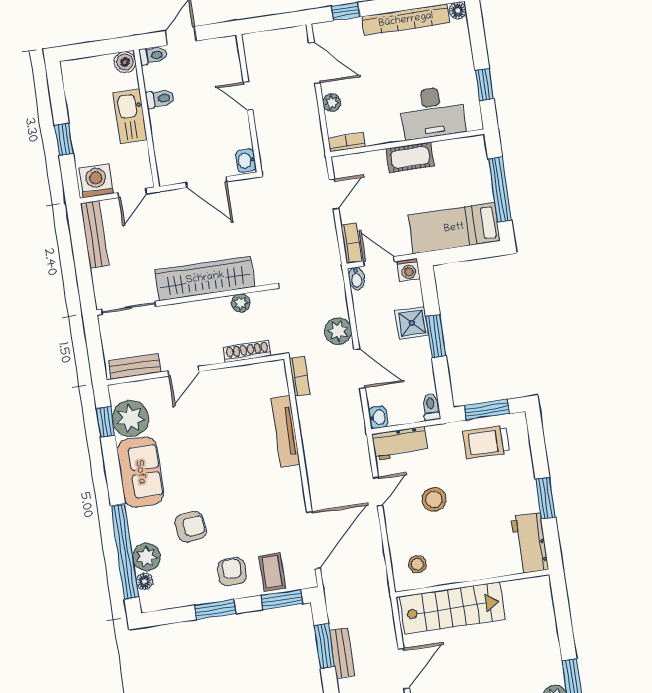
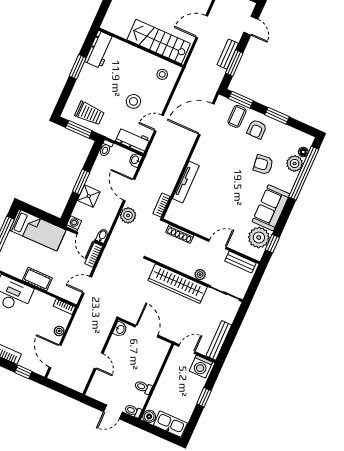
kitchen sink: (130, 116) -> (170, 424), moved, turned -90
plant: (241, 303) -> (200, 275), moved

